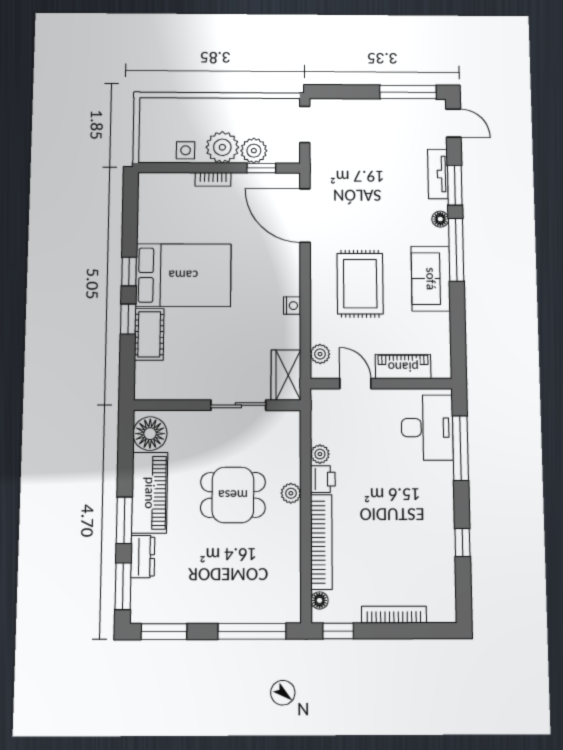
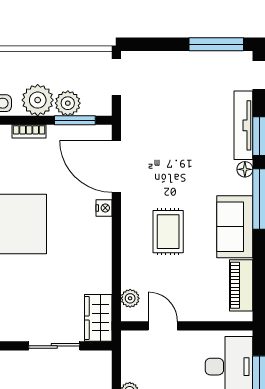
window: (261, 168) -> (75, 120), width x1.50
tv unit: (438, 174) -> (243, 125), width x1.41
rug: (360, 284) -> (168, 232), width x0.73, depth x0.70
nightstand: (292, 306) -> (104, 208), moved
piano: (403, 367) -> (241, 285), moved, turned -90

